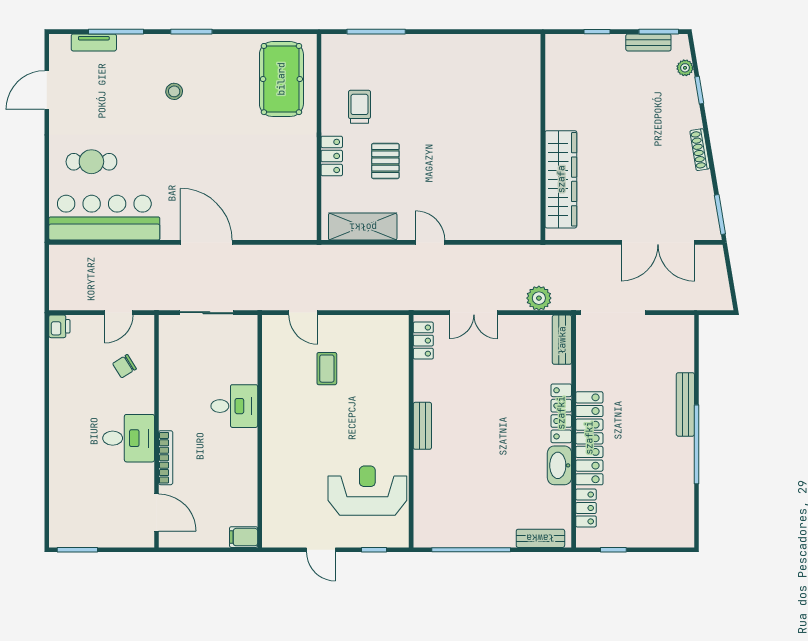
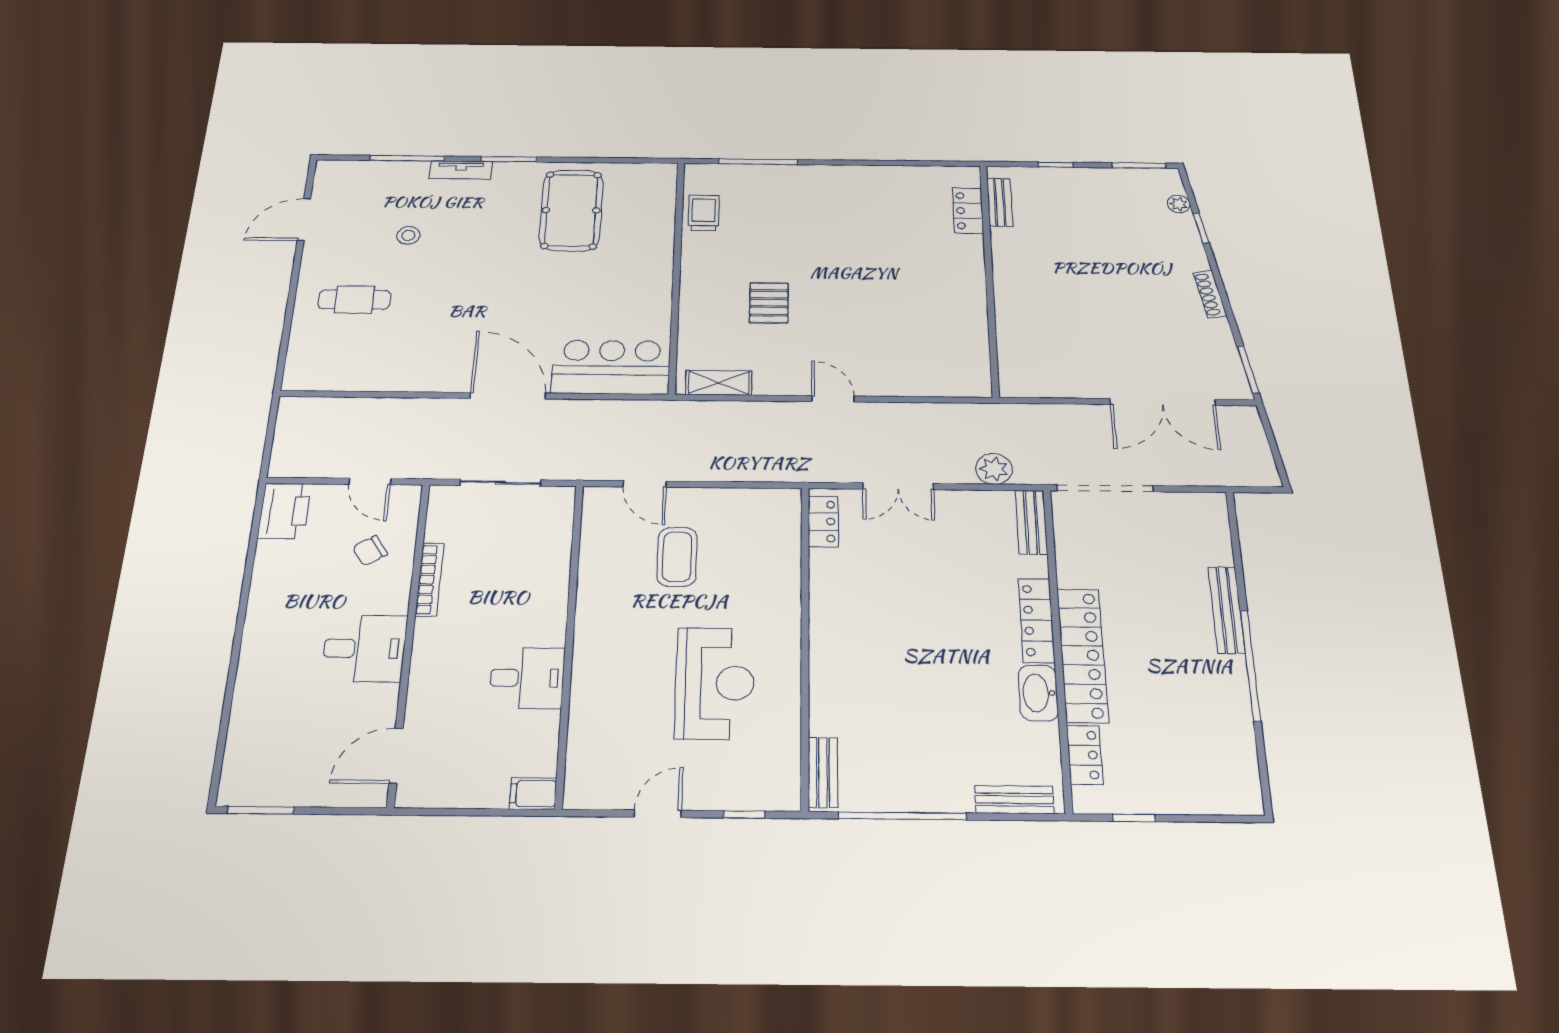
tv unit: (94, 42) -> (461, 170), moved
bench: (648, 42) -> (1000, 202), moved, turned 90
pool table: (281, 79) -> (571, 210), moved
stool: (174, 91) -> (408, 235), moved
trolley: (360, 107) -> (704, 213), moved
locker: (332, 156) -> (968, 211), moved, turned 180
wardrobe: (561, 179) -> (1017, 326), removed
bar counter: (104, 218) -> (611, 367), moved, width x0.73
shelving: (363, 227) -> (719, 383), width x0.67, depth x0.75
door: (119, 313) -> (370, 481), hinge flipped
printer: (59, 326) -> (284, 511), width x1.87, depth x1.48
coffee table: (327, 369) -> (677, 557), width x1.36, depth x1.30
desk: (234, 406) -> (527, 678), moved
bench: (422, 426) -> (823, 772), moved
bookcase: (166, 458) -> (429, 580), moved
reception desk: (367, 491) -> (715, 683), moved, turned 90
door: (157, 513) -> (396, 756), swing flipped
door: (321, 550) -> (658, 814), swing flipped

